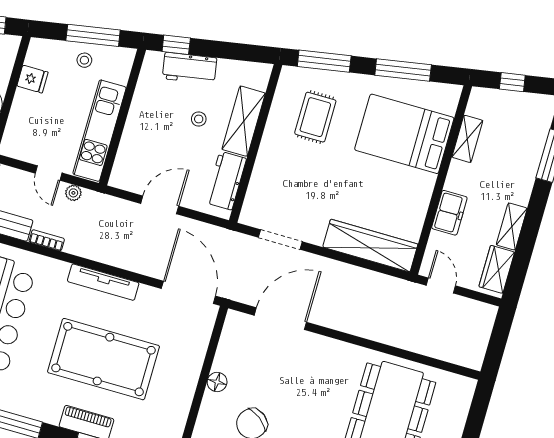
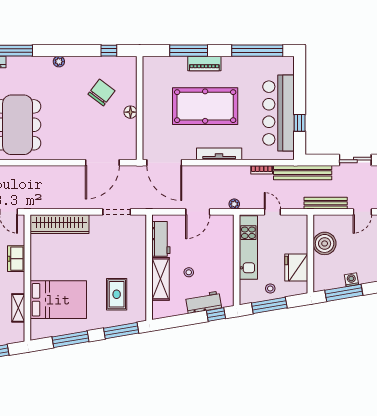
fridge: (32, 79) -> (296, 268), width x1.88, depth x1.34
plant: (73, 193) -> (234, 204), moved

